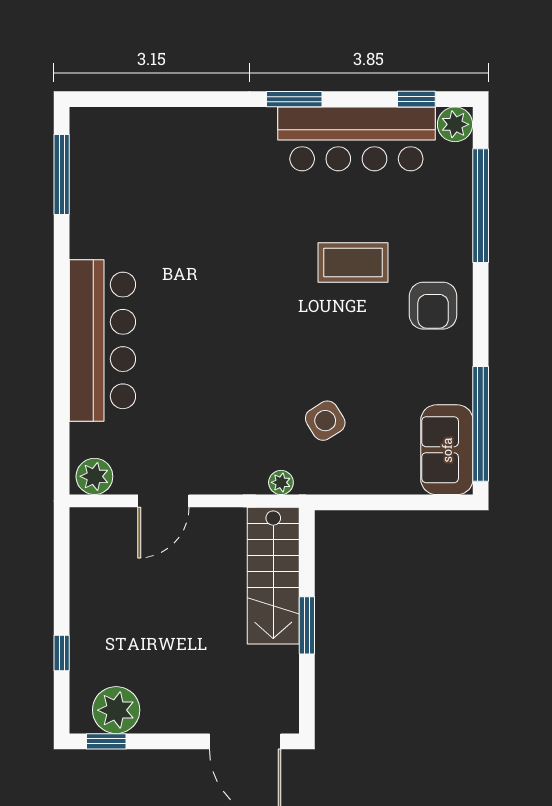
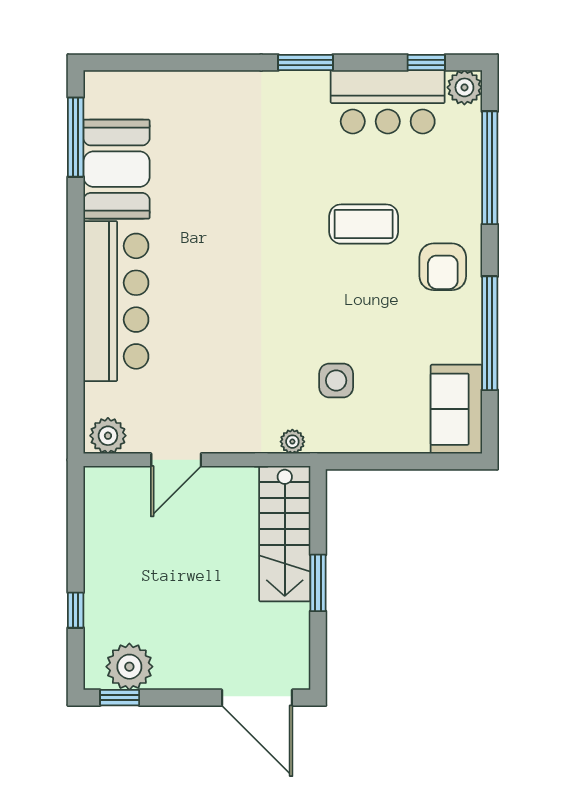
bar counter: (356, 139) -> (388, 102), width x0.73
booth: (103, 207) -> (116, 169), added
side table: (325, 421) -> (336, 380), turned 32
window: (481, 424) -> (490, 333), moved

